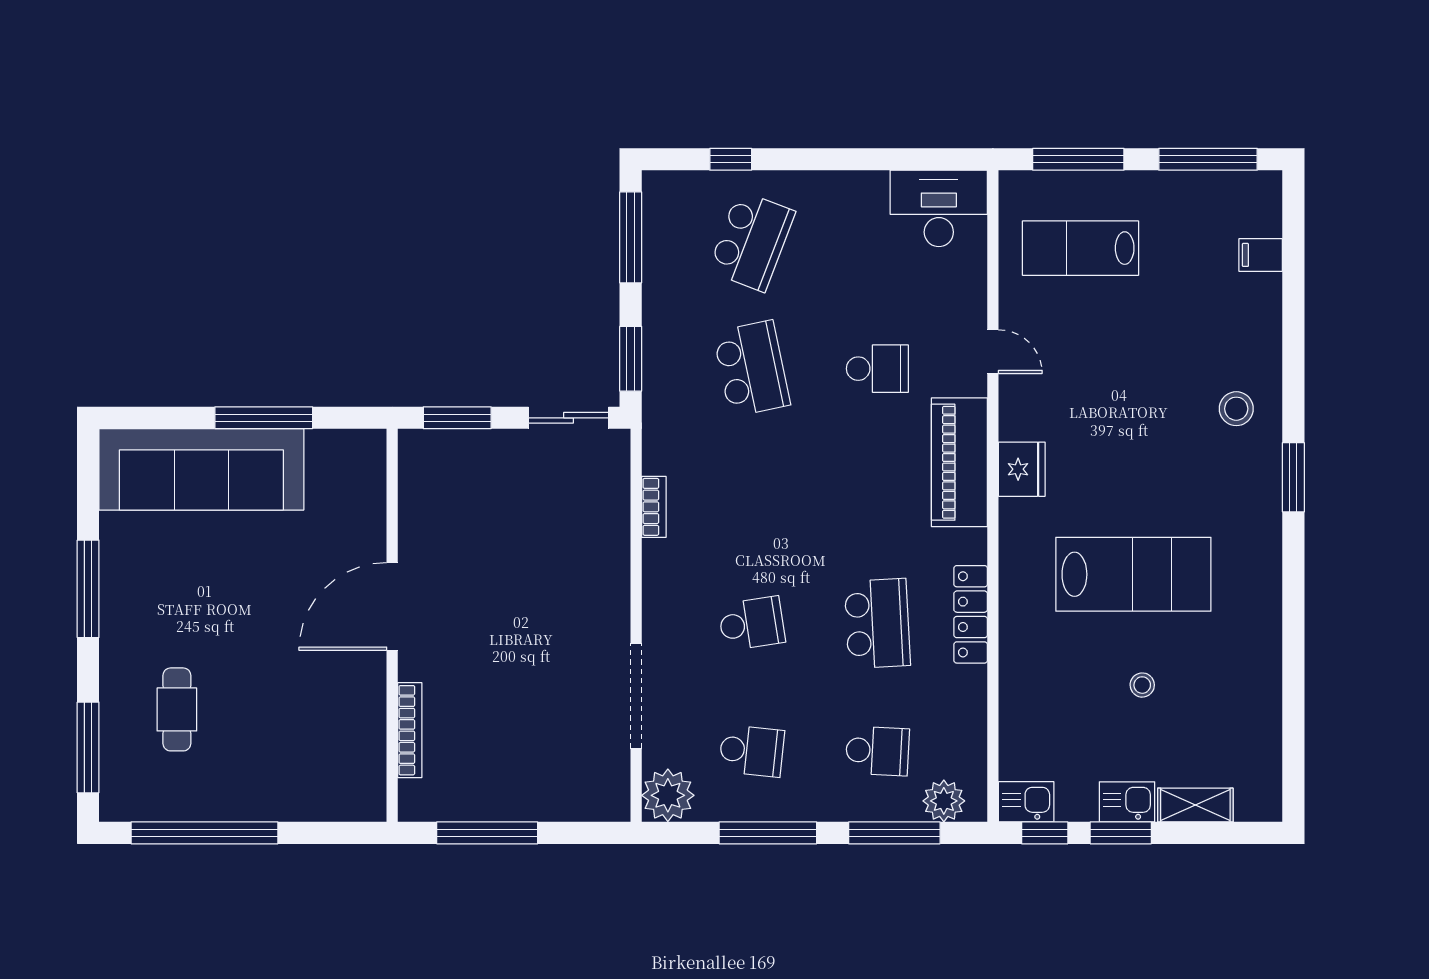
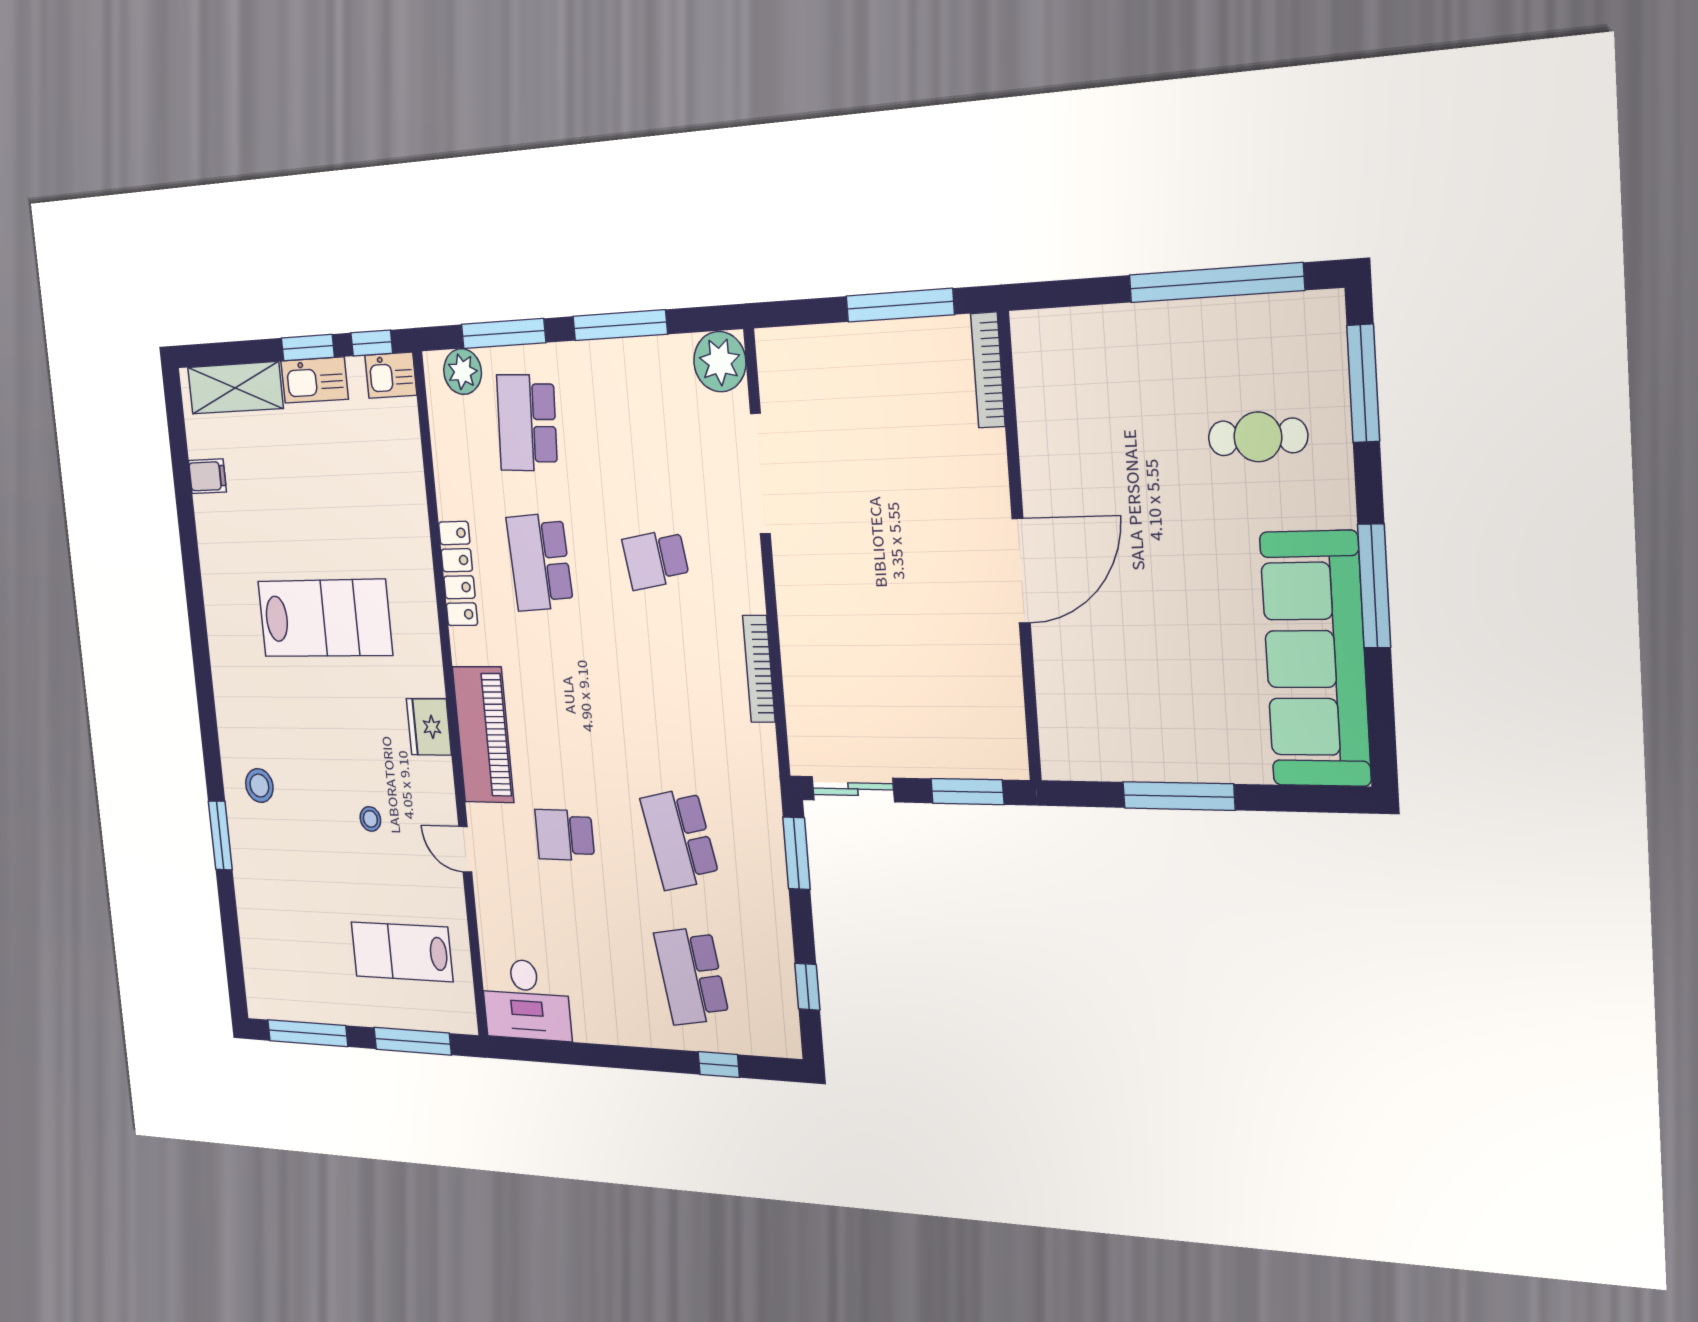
window: (631, 237) -> (807, 987), width x0.46
school desk: (752, 241) -> (692, 976), turned -30
lab bench: (1081, 248) -> (402, 952), turned 180
filing cabinet: (1261, 255) -> (207, 476), moved
sofa: (201, 469) -> (1315, 659), moved, turned -90
window: (1293, 477) -> (220, 835), moved
bookcase: (654, 507) -> (759, 669), width x1.56
lab bench: (1133, 574) -> (325, 618), turned 180
stool: (1142, 685) -> (370, 819), moved
cafe table: (177, 709) -> (1258, 437), turned 90
bookcase: (410, 730) -> (988, 370), moved
school desk: (752, 751) -> (643, 417), removed
school desk: (877, 751) -> (527, 423), width x1.85
kitchen sink: (1127, 802) -> (315, 380), width x1.38
shelving: (1195, 805) -> (235, 388), width x1.50, depth x1.33

